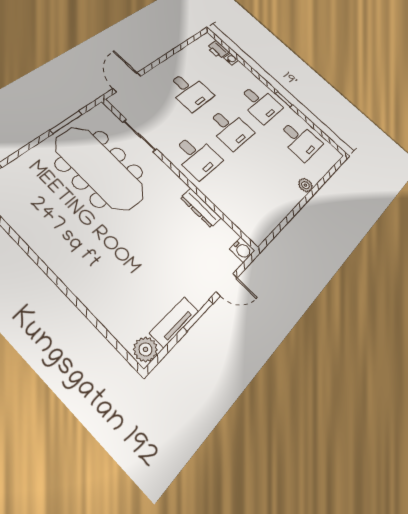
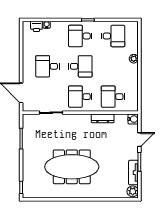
desk: (190, 91) -> (48, 66), turned 180
desk: (260, 104) -> (80, 36), turned 180
desk: (197, 156) -> (80, 97), turned 180
meeting table: (99, 168) -> (72, 167), moved
desk: (240, 198) -> (113, 97), added

